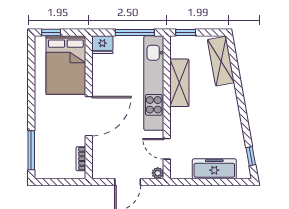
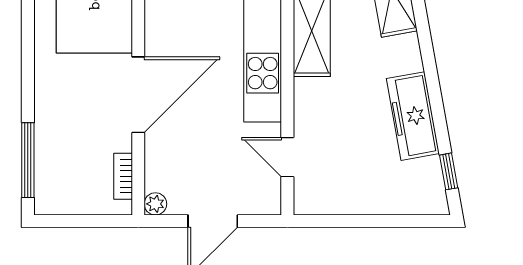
freezer: (214, 169) -> (413, 116), moved, turned -100
plant: (158, 173) -> (155, 204), moved

